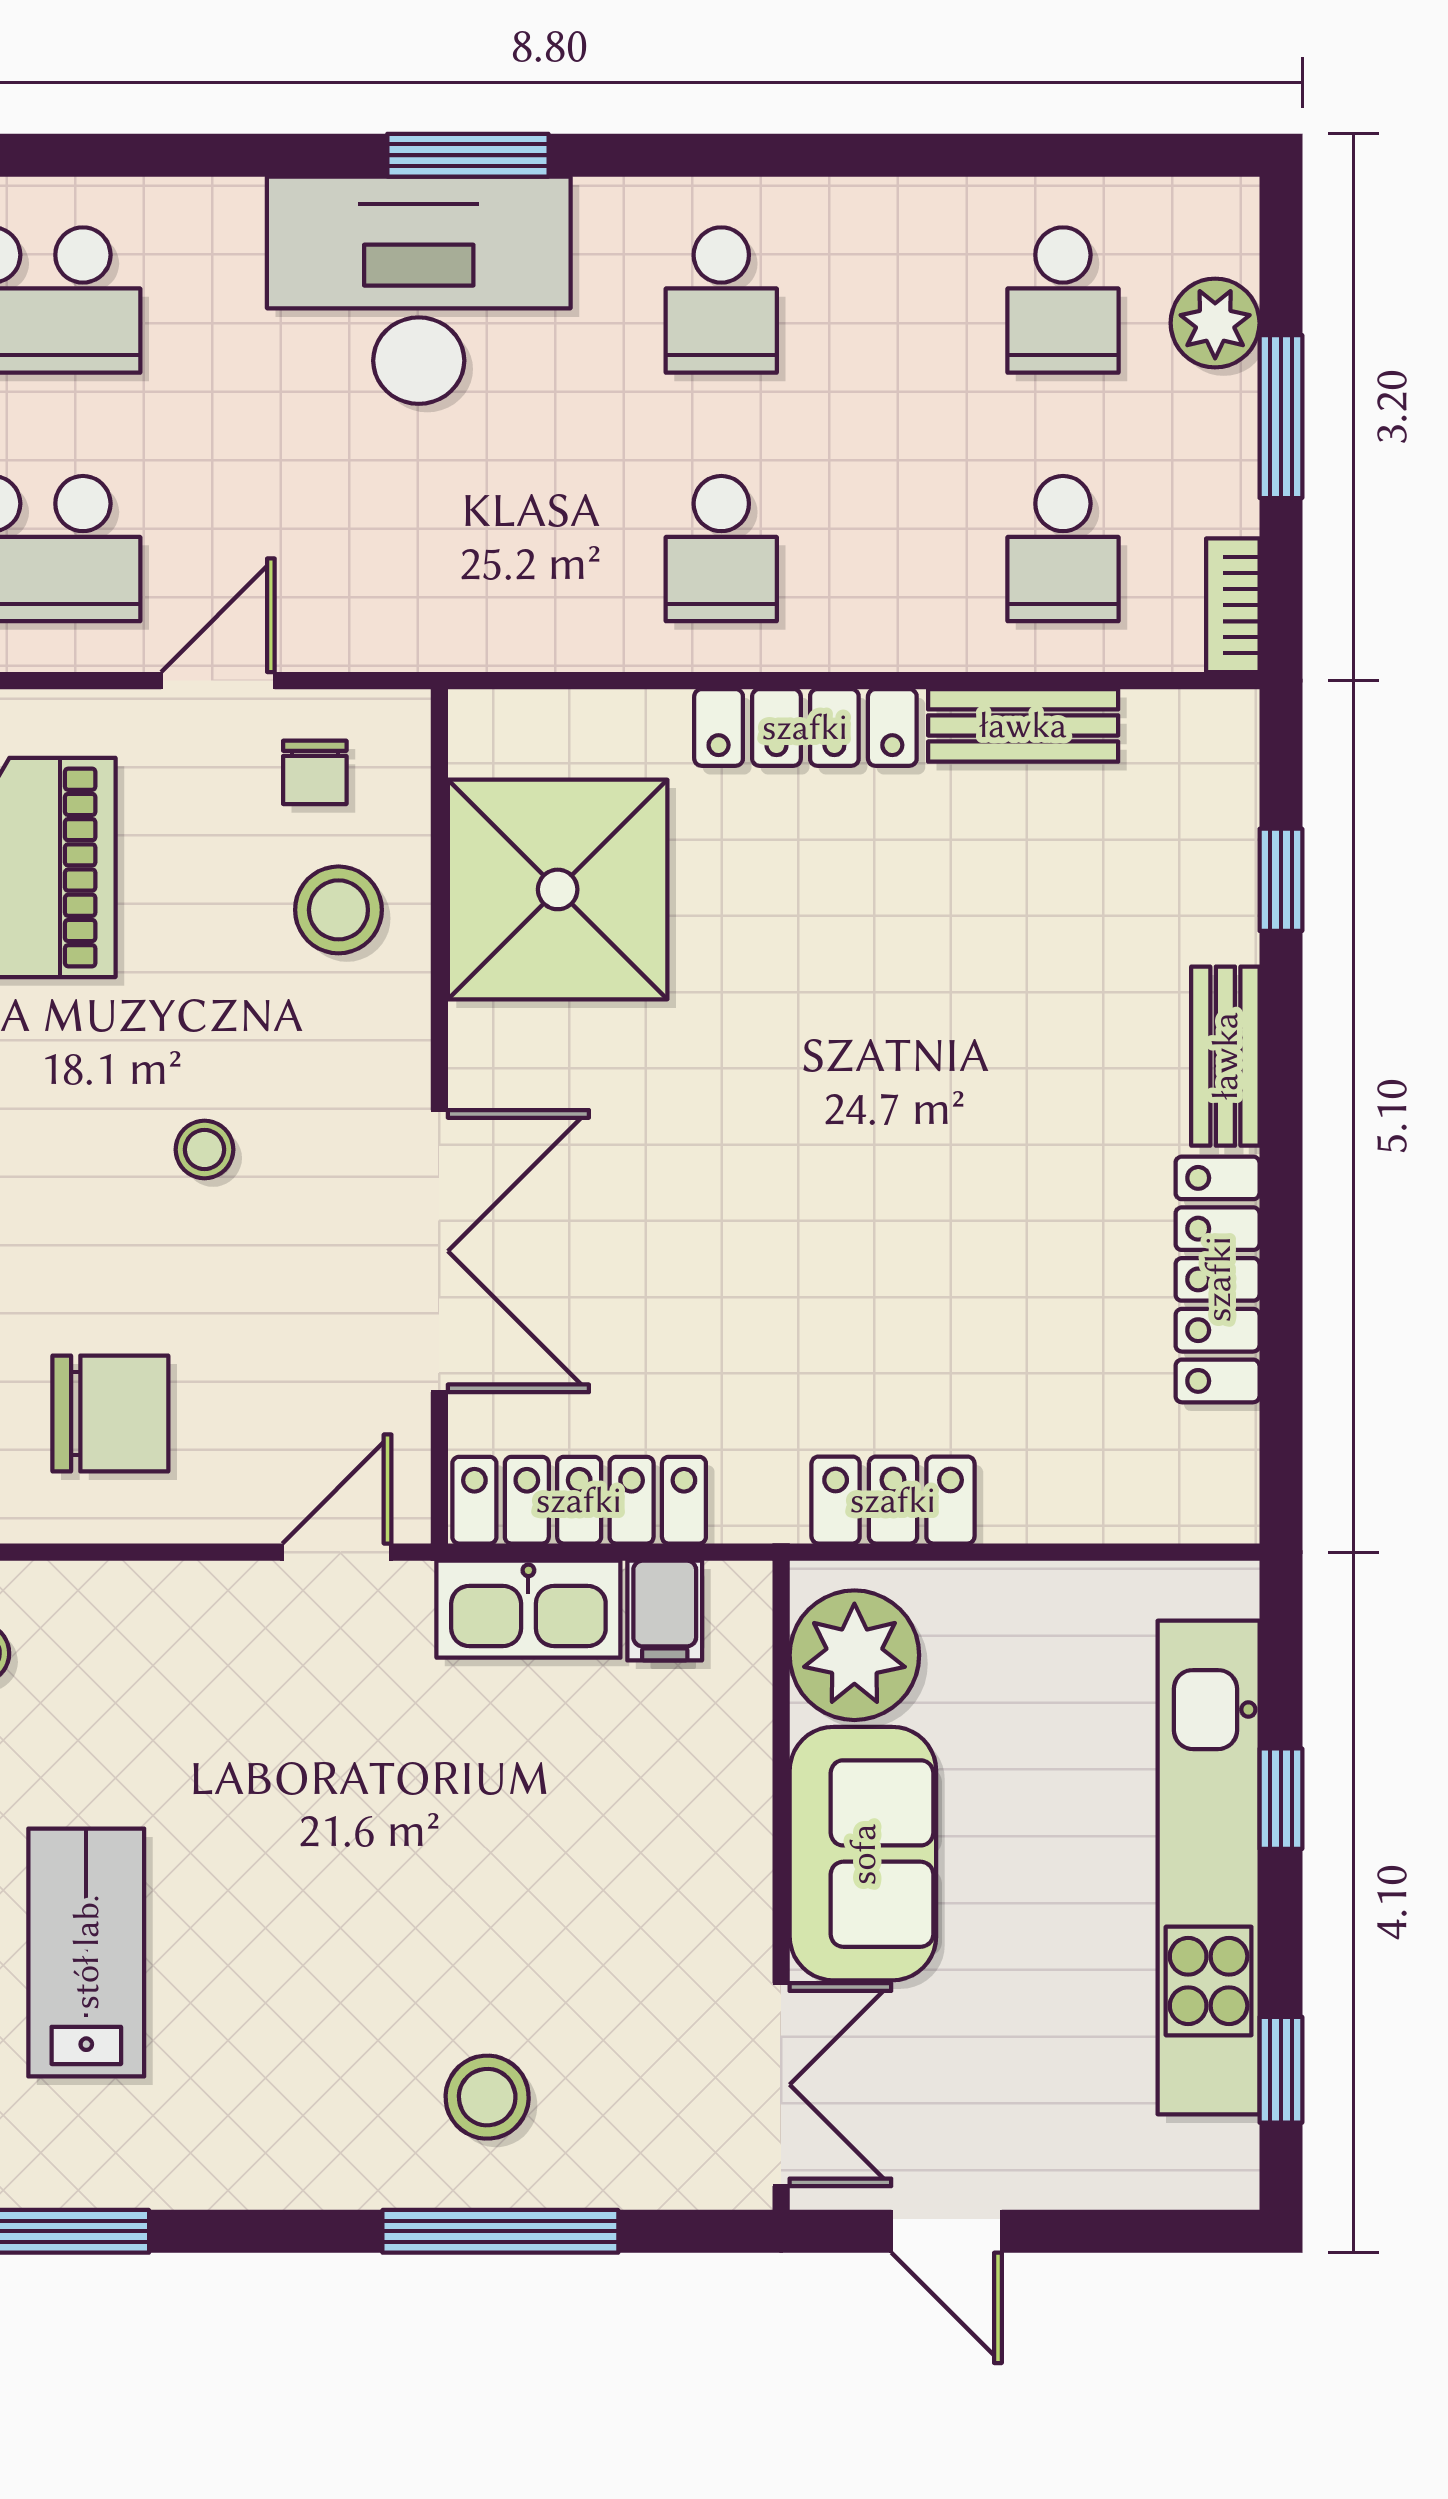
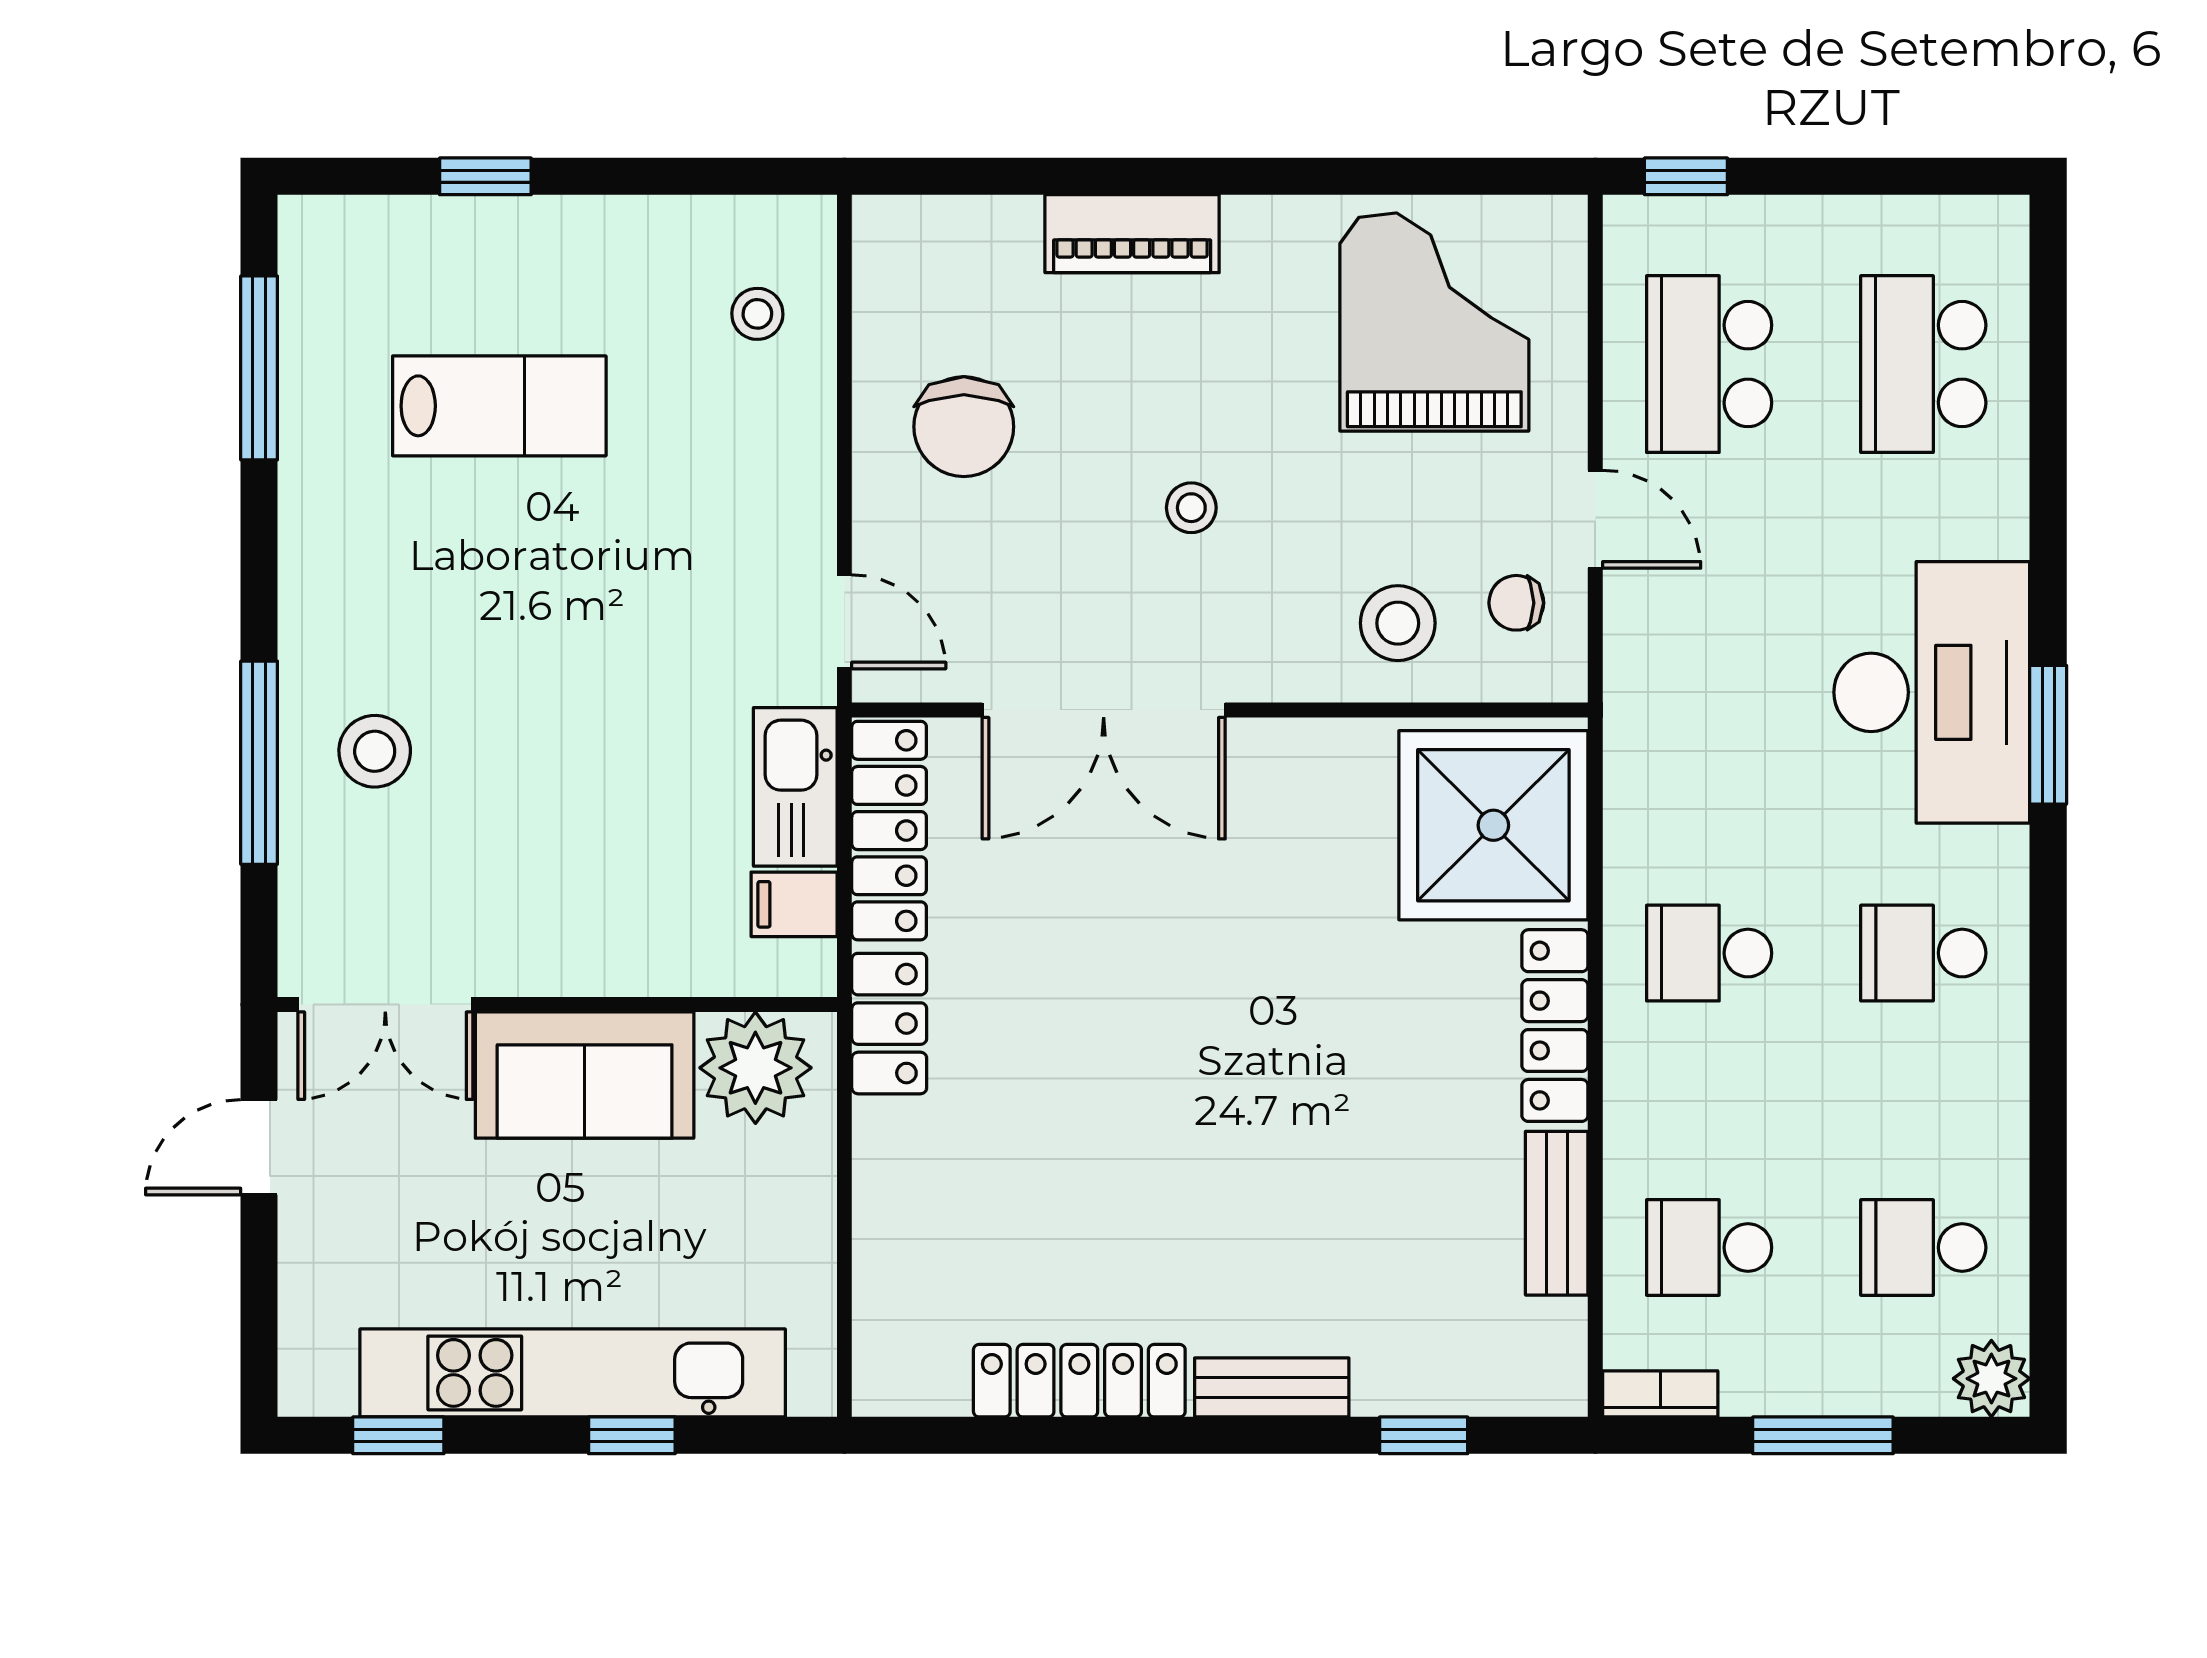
plant: (1215, 323) -> (1991, 1379), moved
shower: (558, 889) -> (1493, 825), moved
locker: (893, 1500) -> (889, 1024), moved

